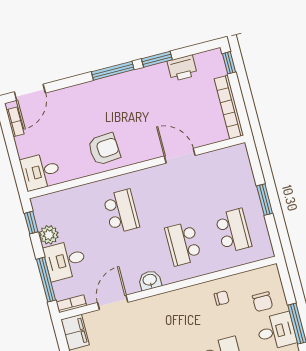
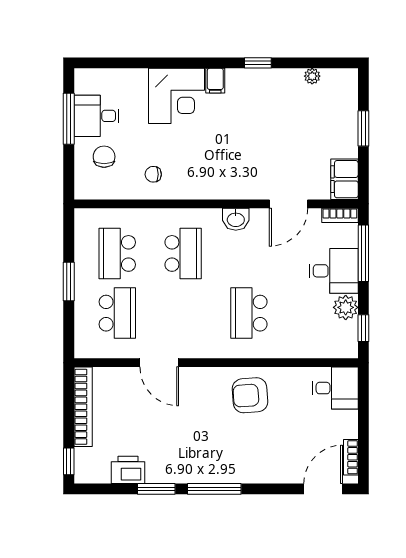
school desk: (221, 185) -> (117, 313), added

